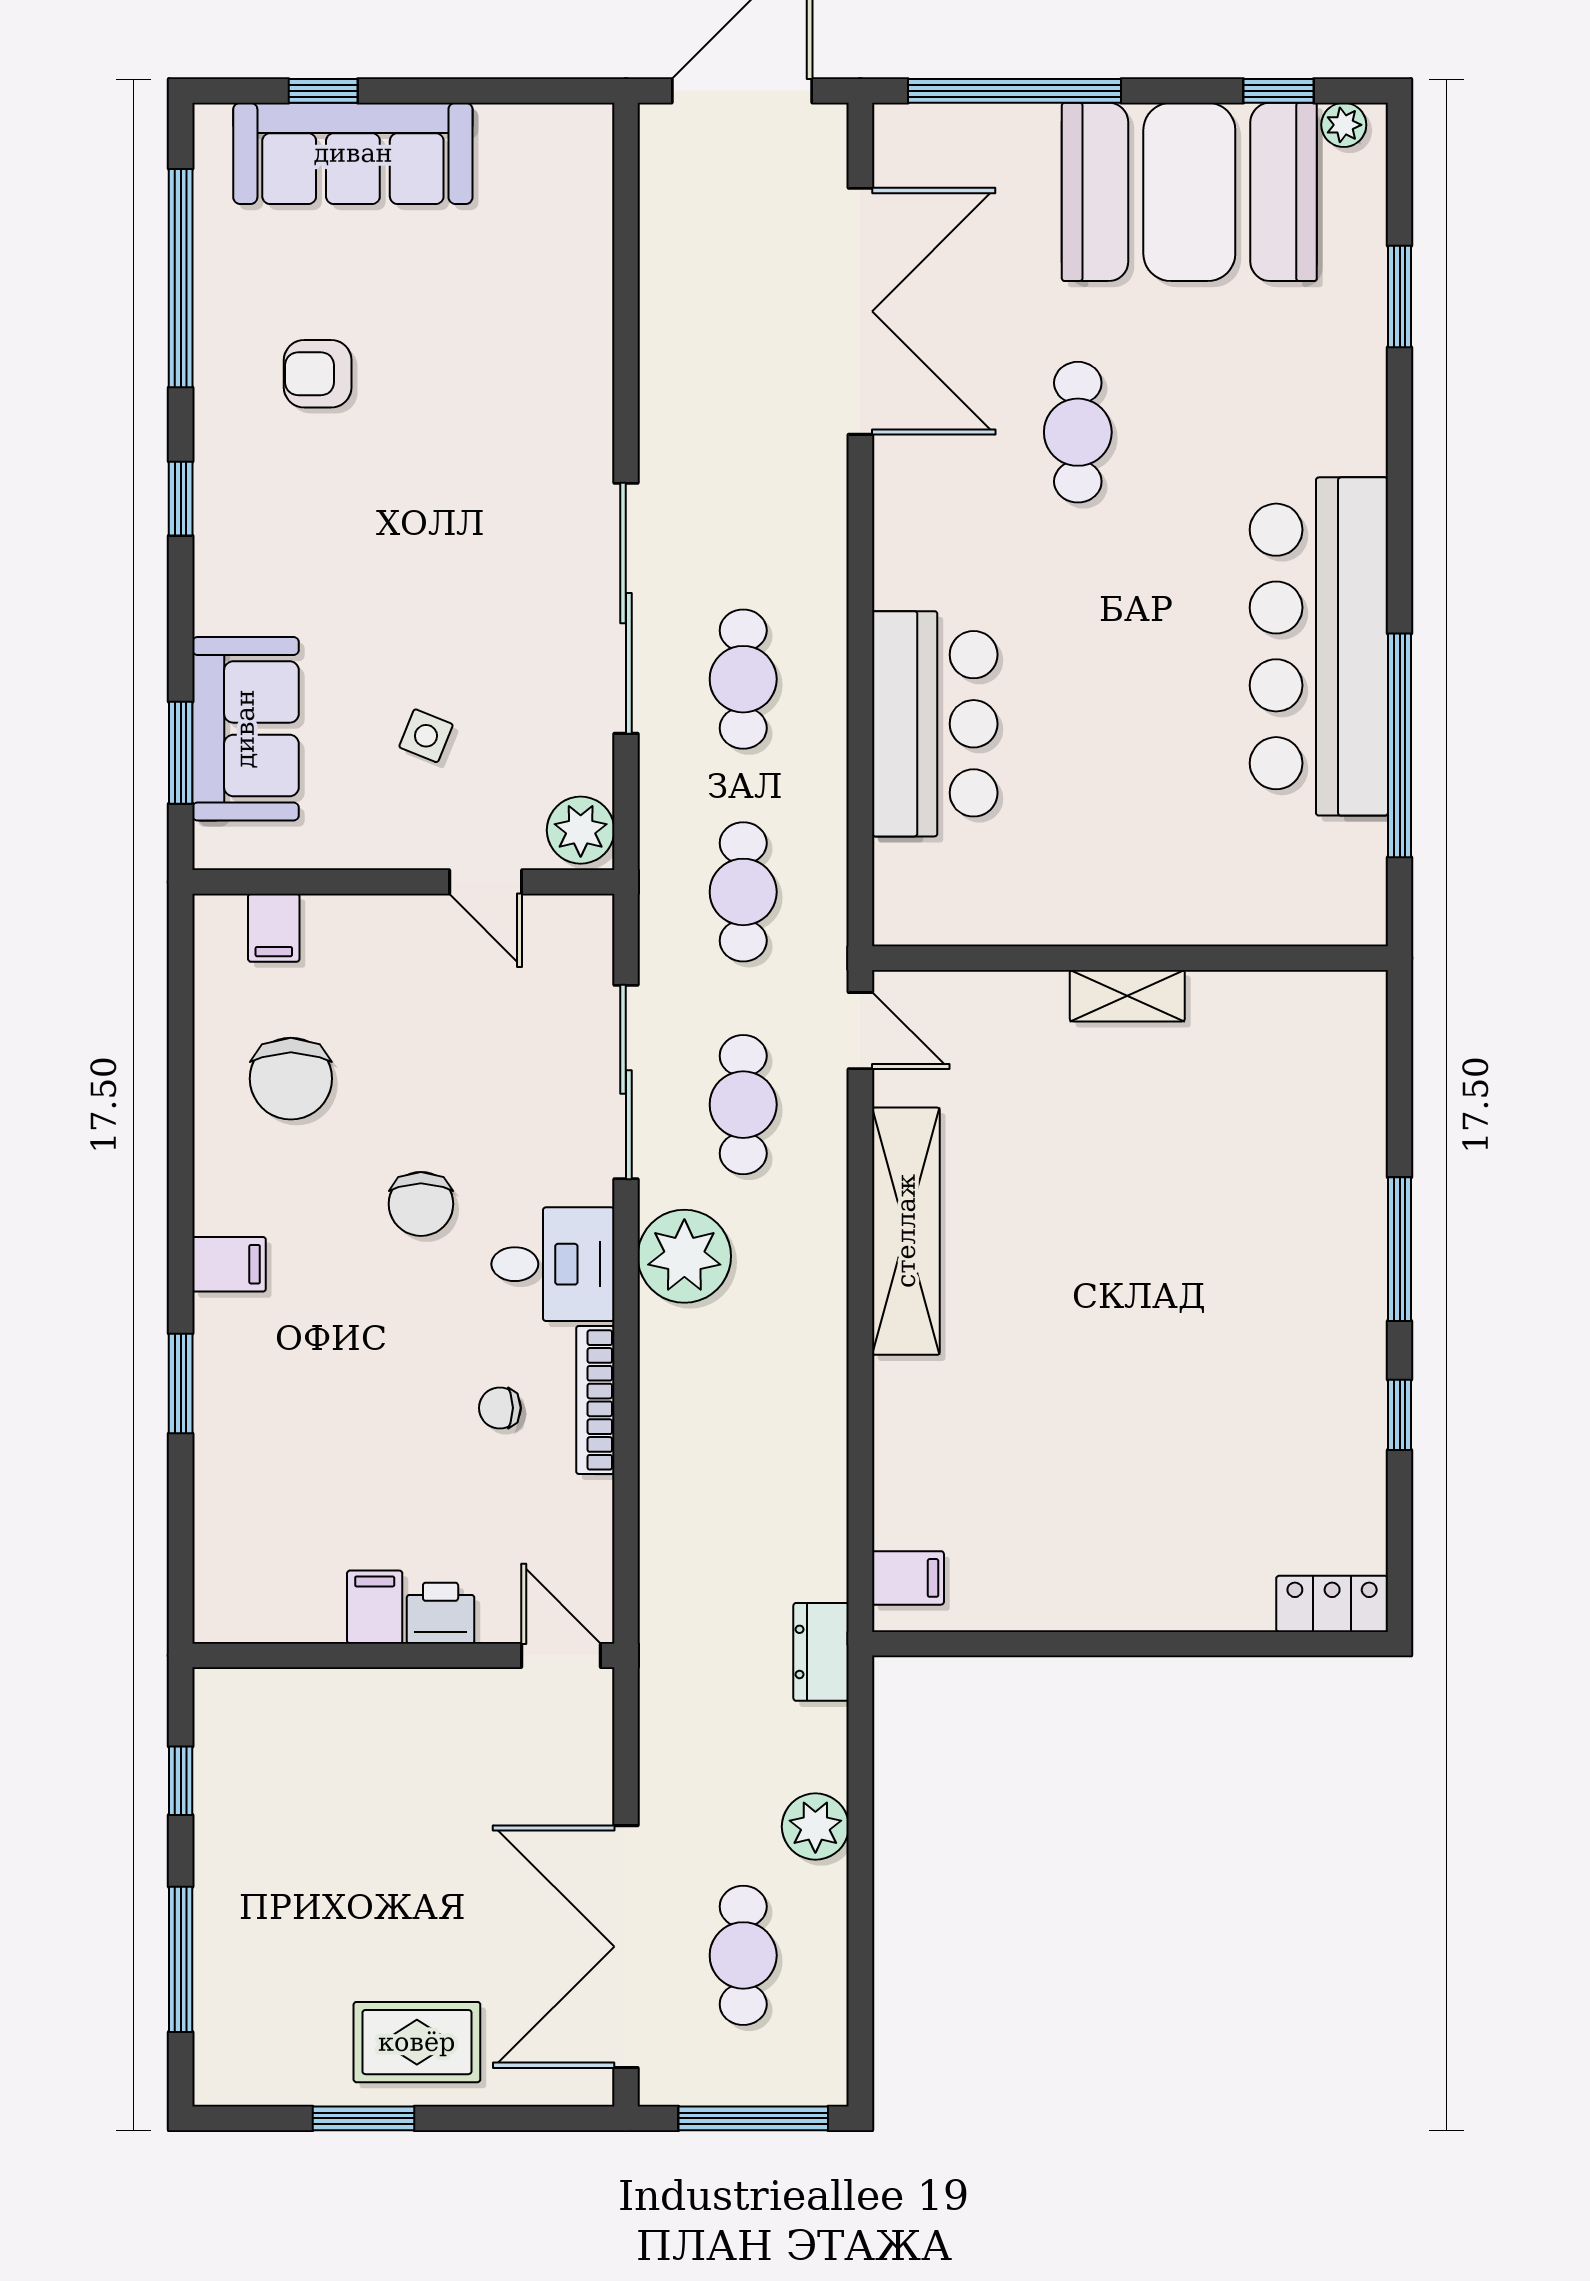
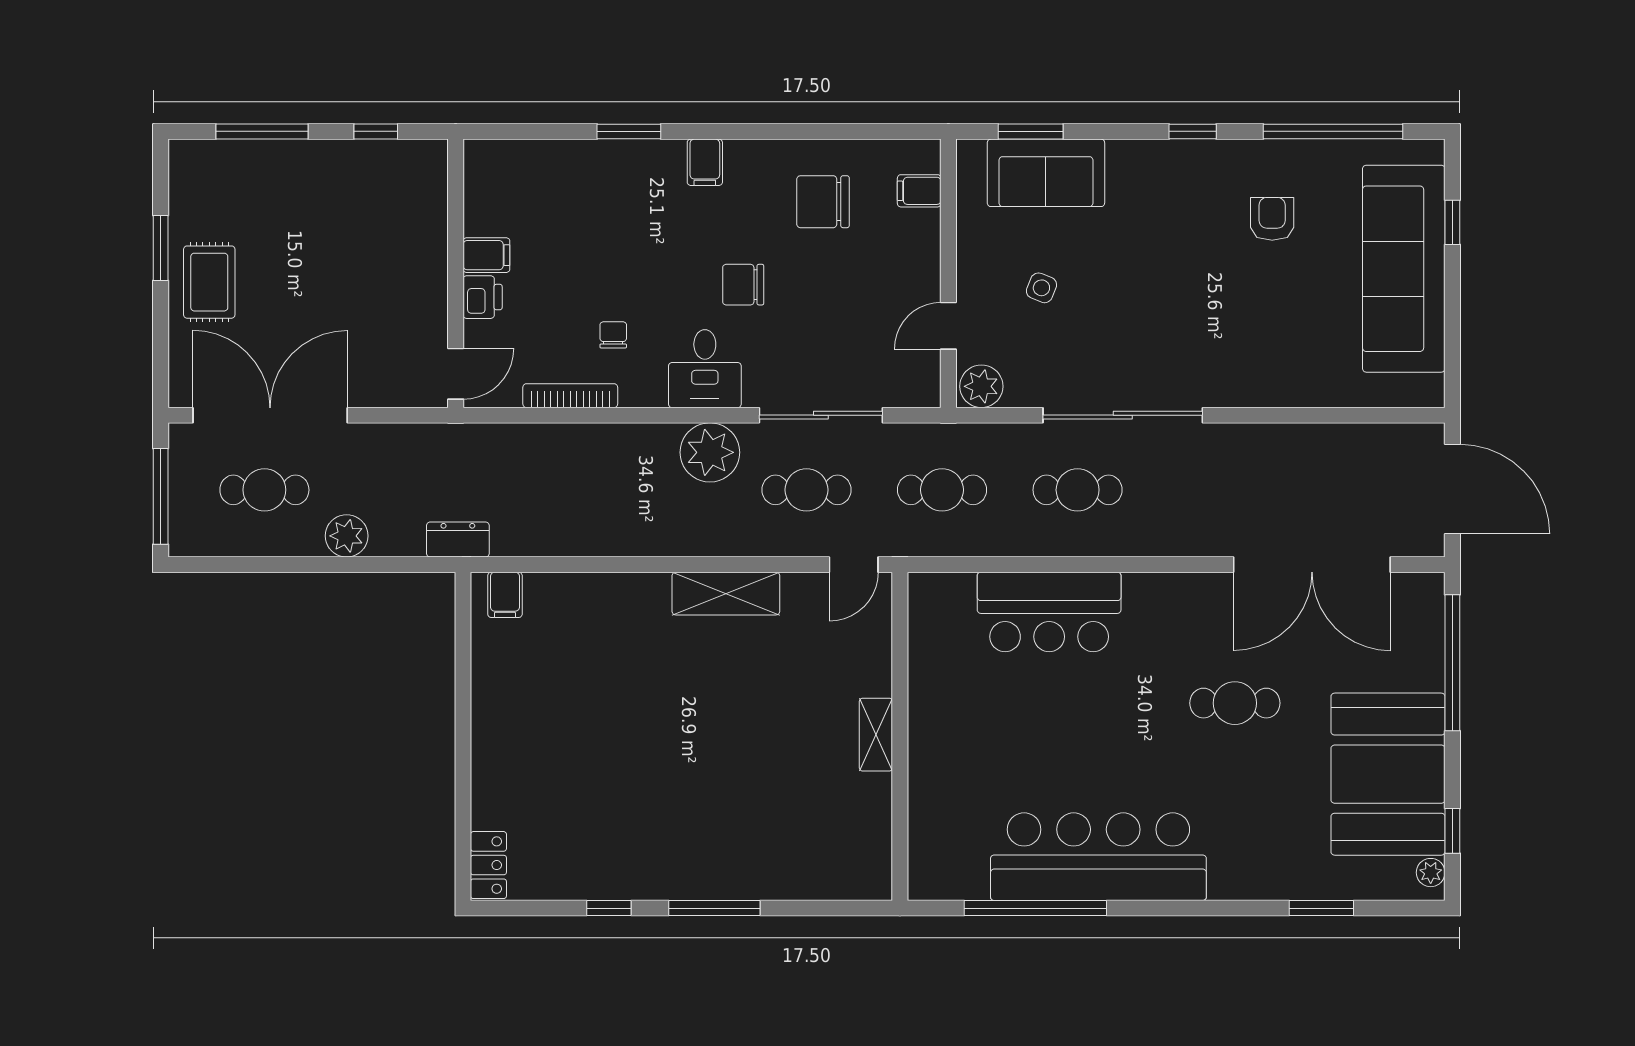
sofa: (353, 153) -> (1404, 269), width x1.36, depth x1.27
shelving: (906, 1231) -> (726, 594), width x0.68
bookcase: (595, 1400) -> (570, 396), moved

